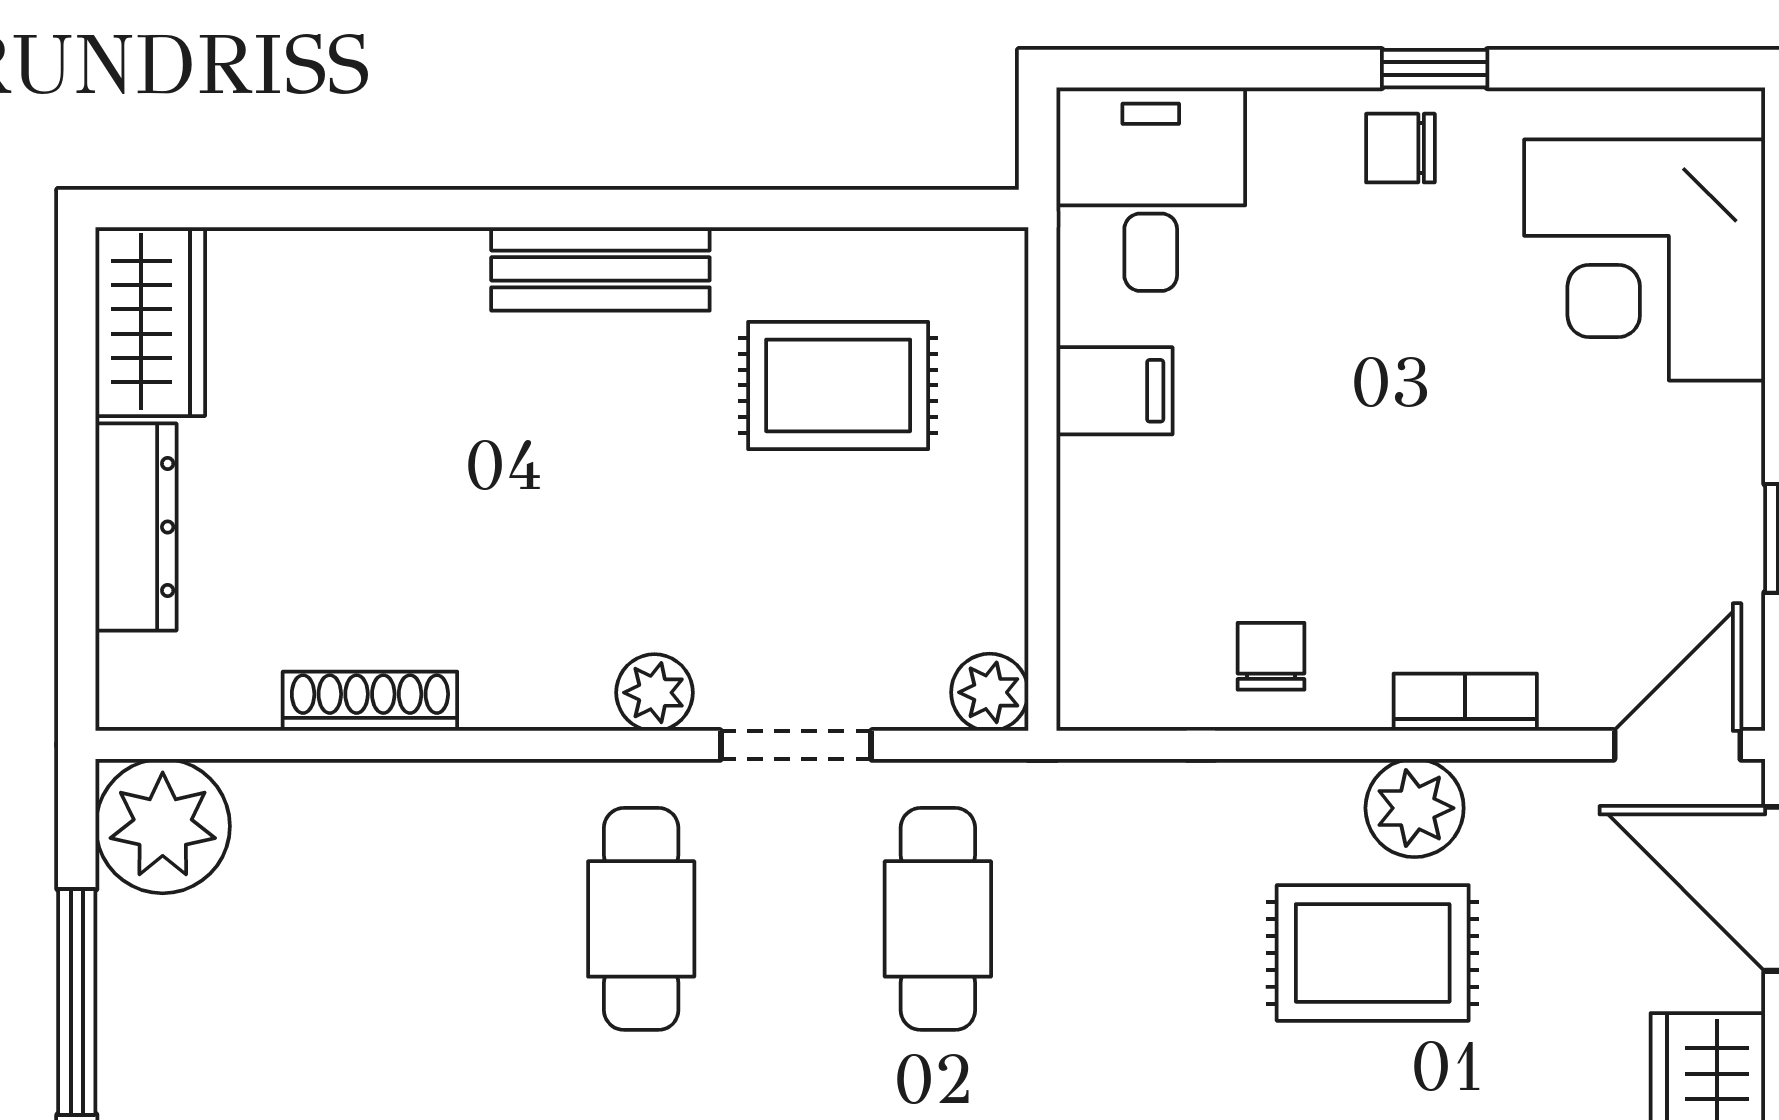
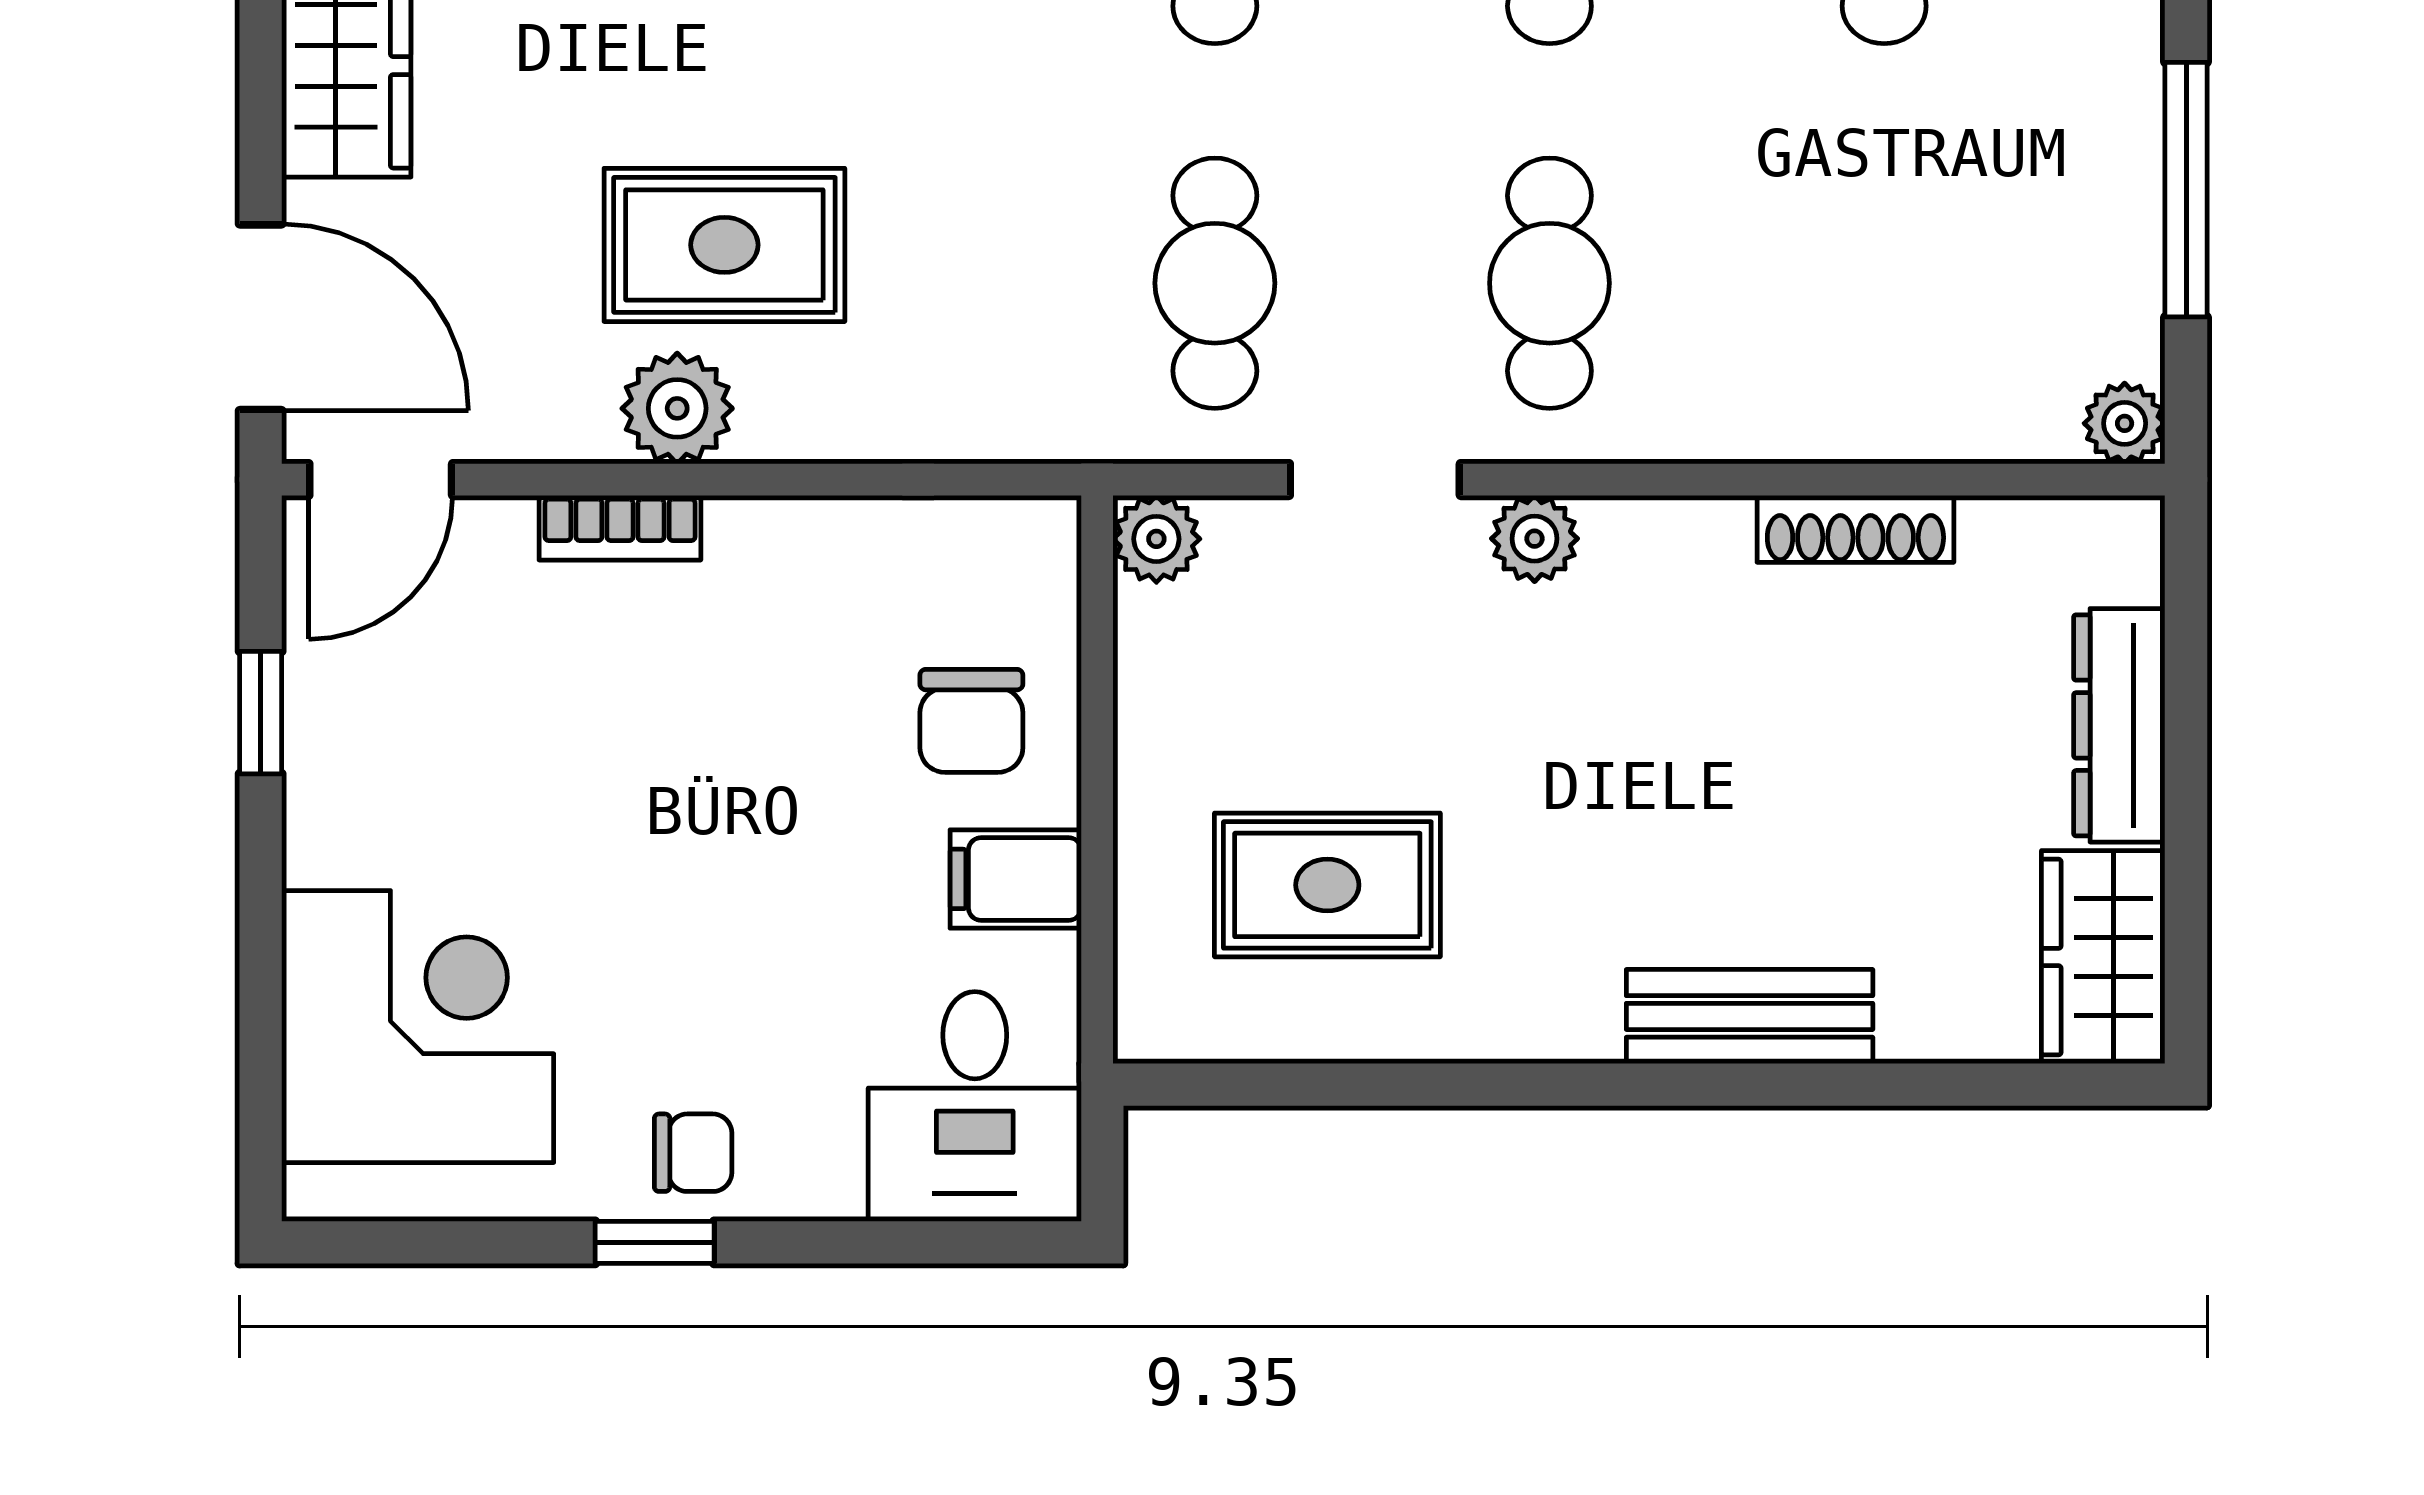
bench: (600, 269) -> (1750, 1016), moved
chair: (1271, 656) -> (971, 721), moved, width x1.37, depth x1.37
plant: (163, 826) -> (2125, 423), width x0.53, depth x0.53

